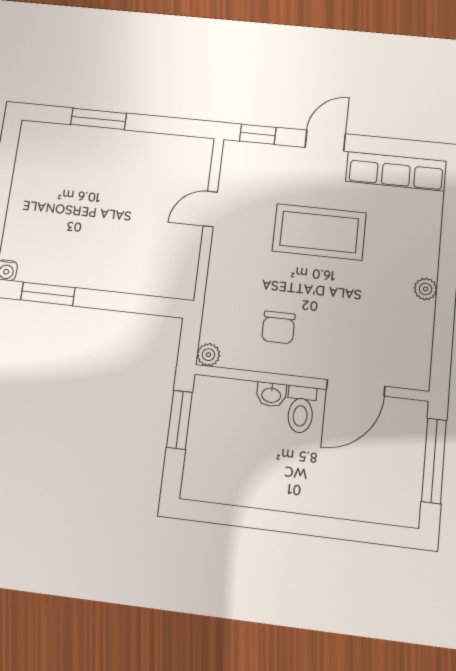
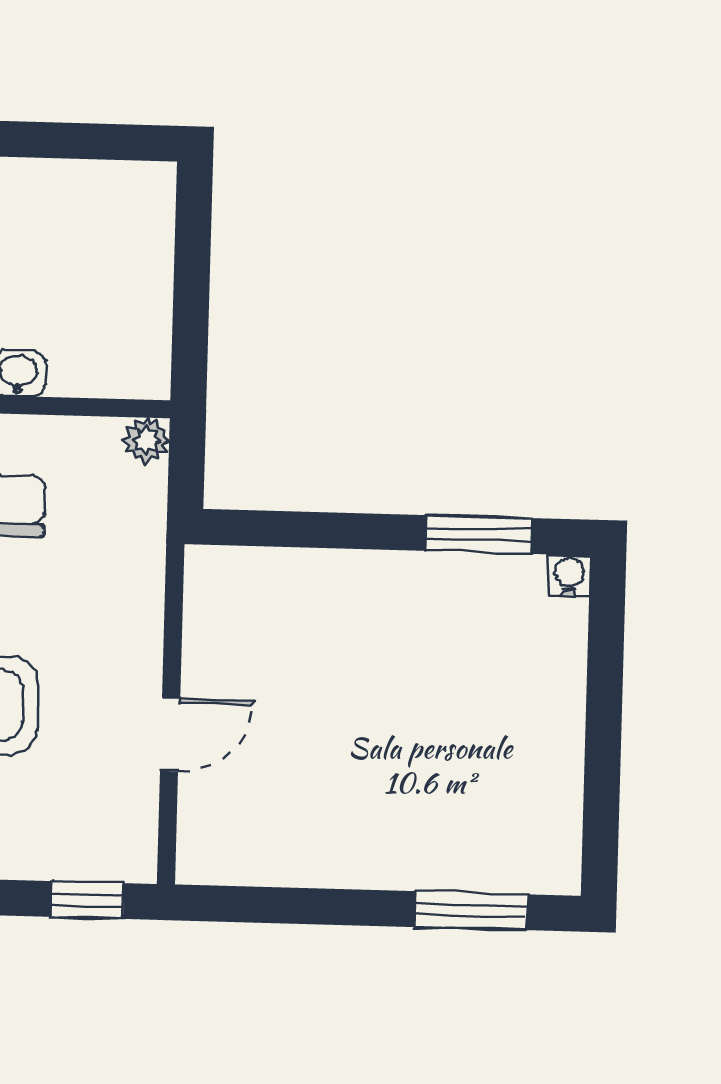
window: (99, 119) -> (471, 911), moved
window: (179, 420) -> (191, 310), removed

